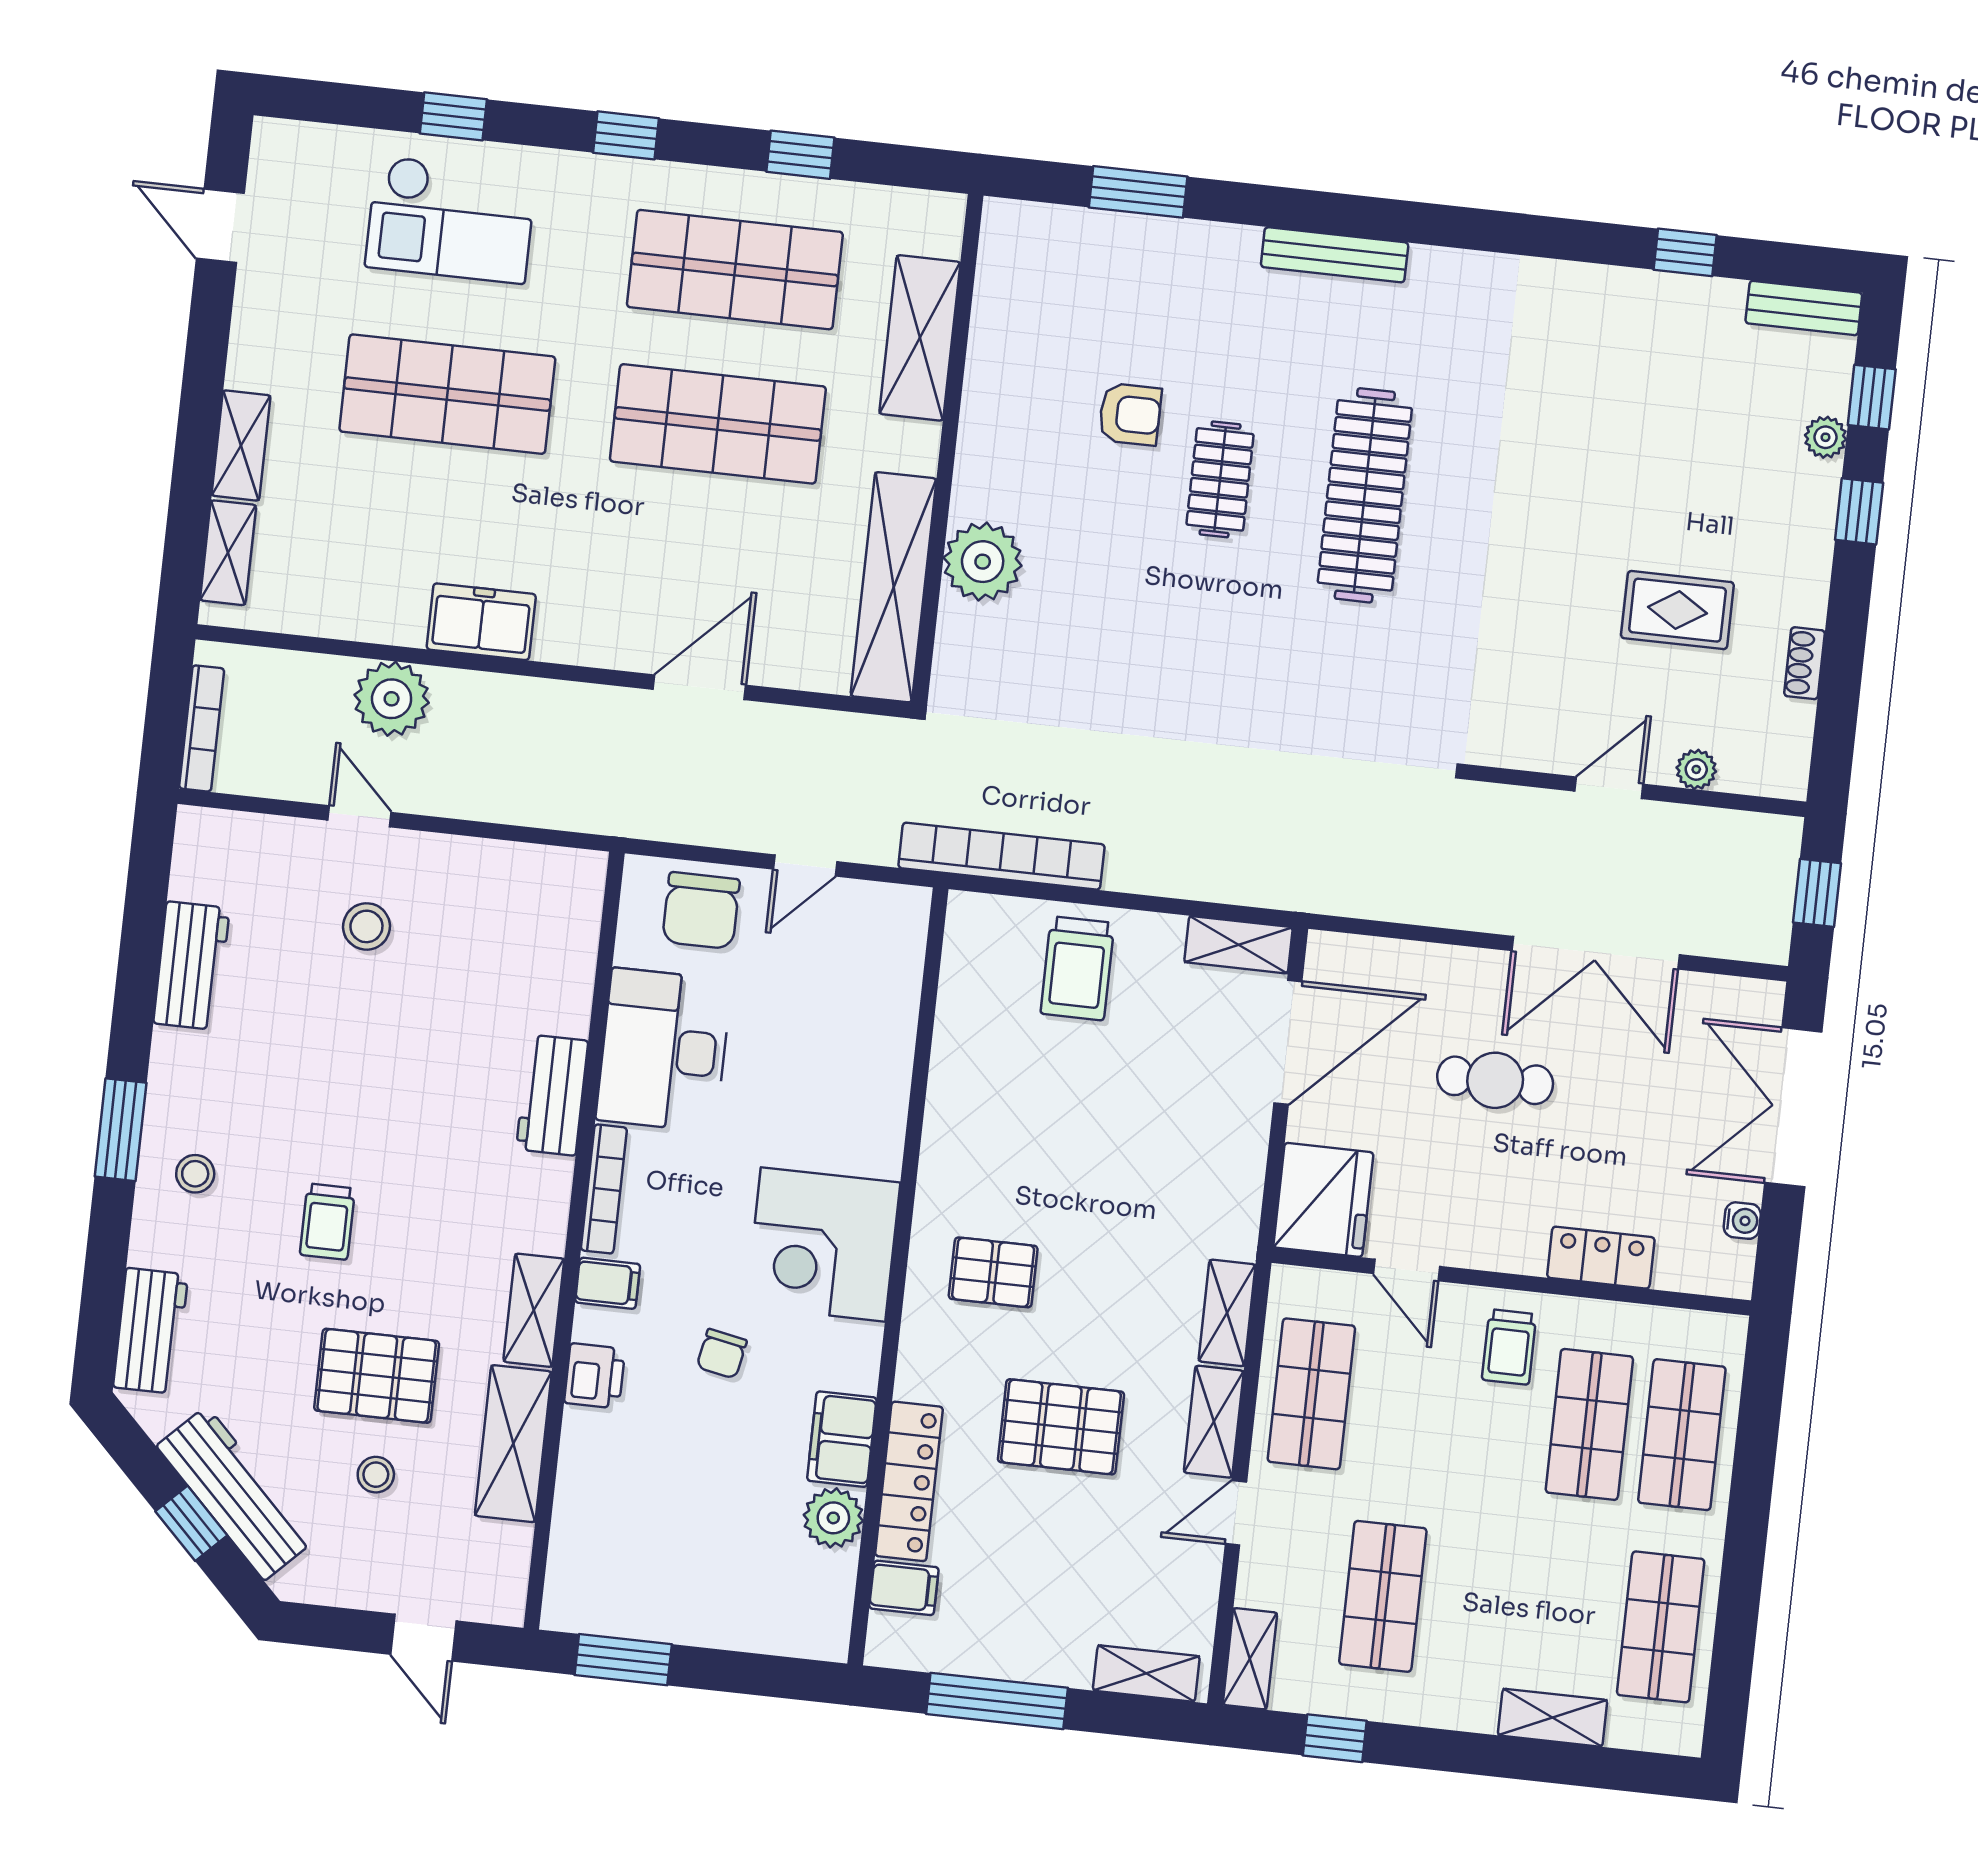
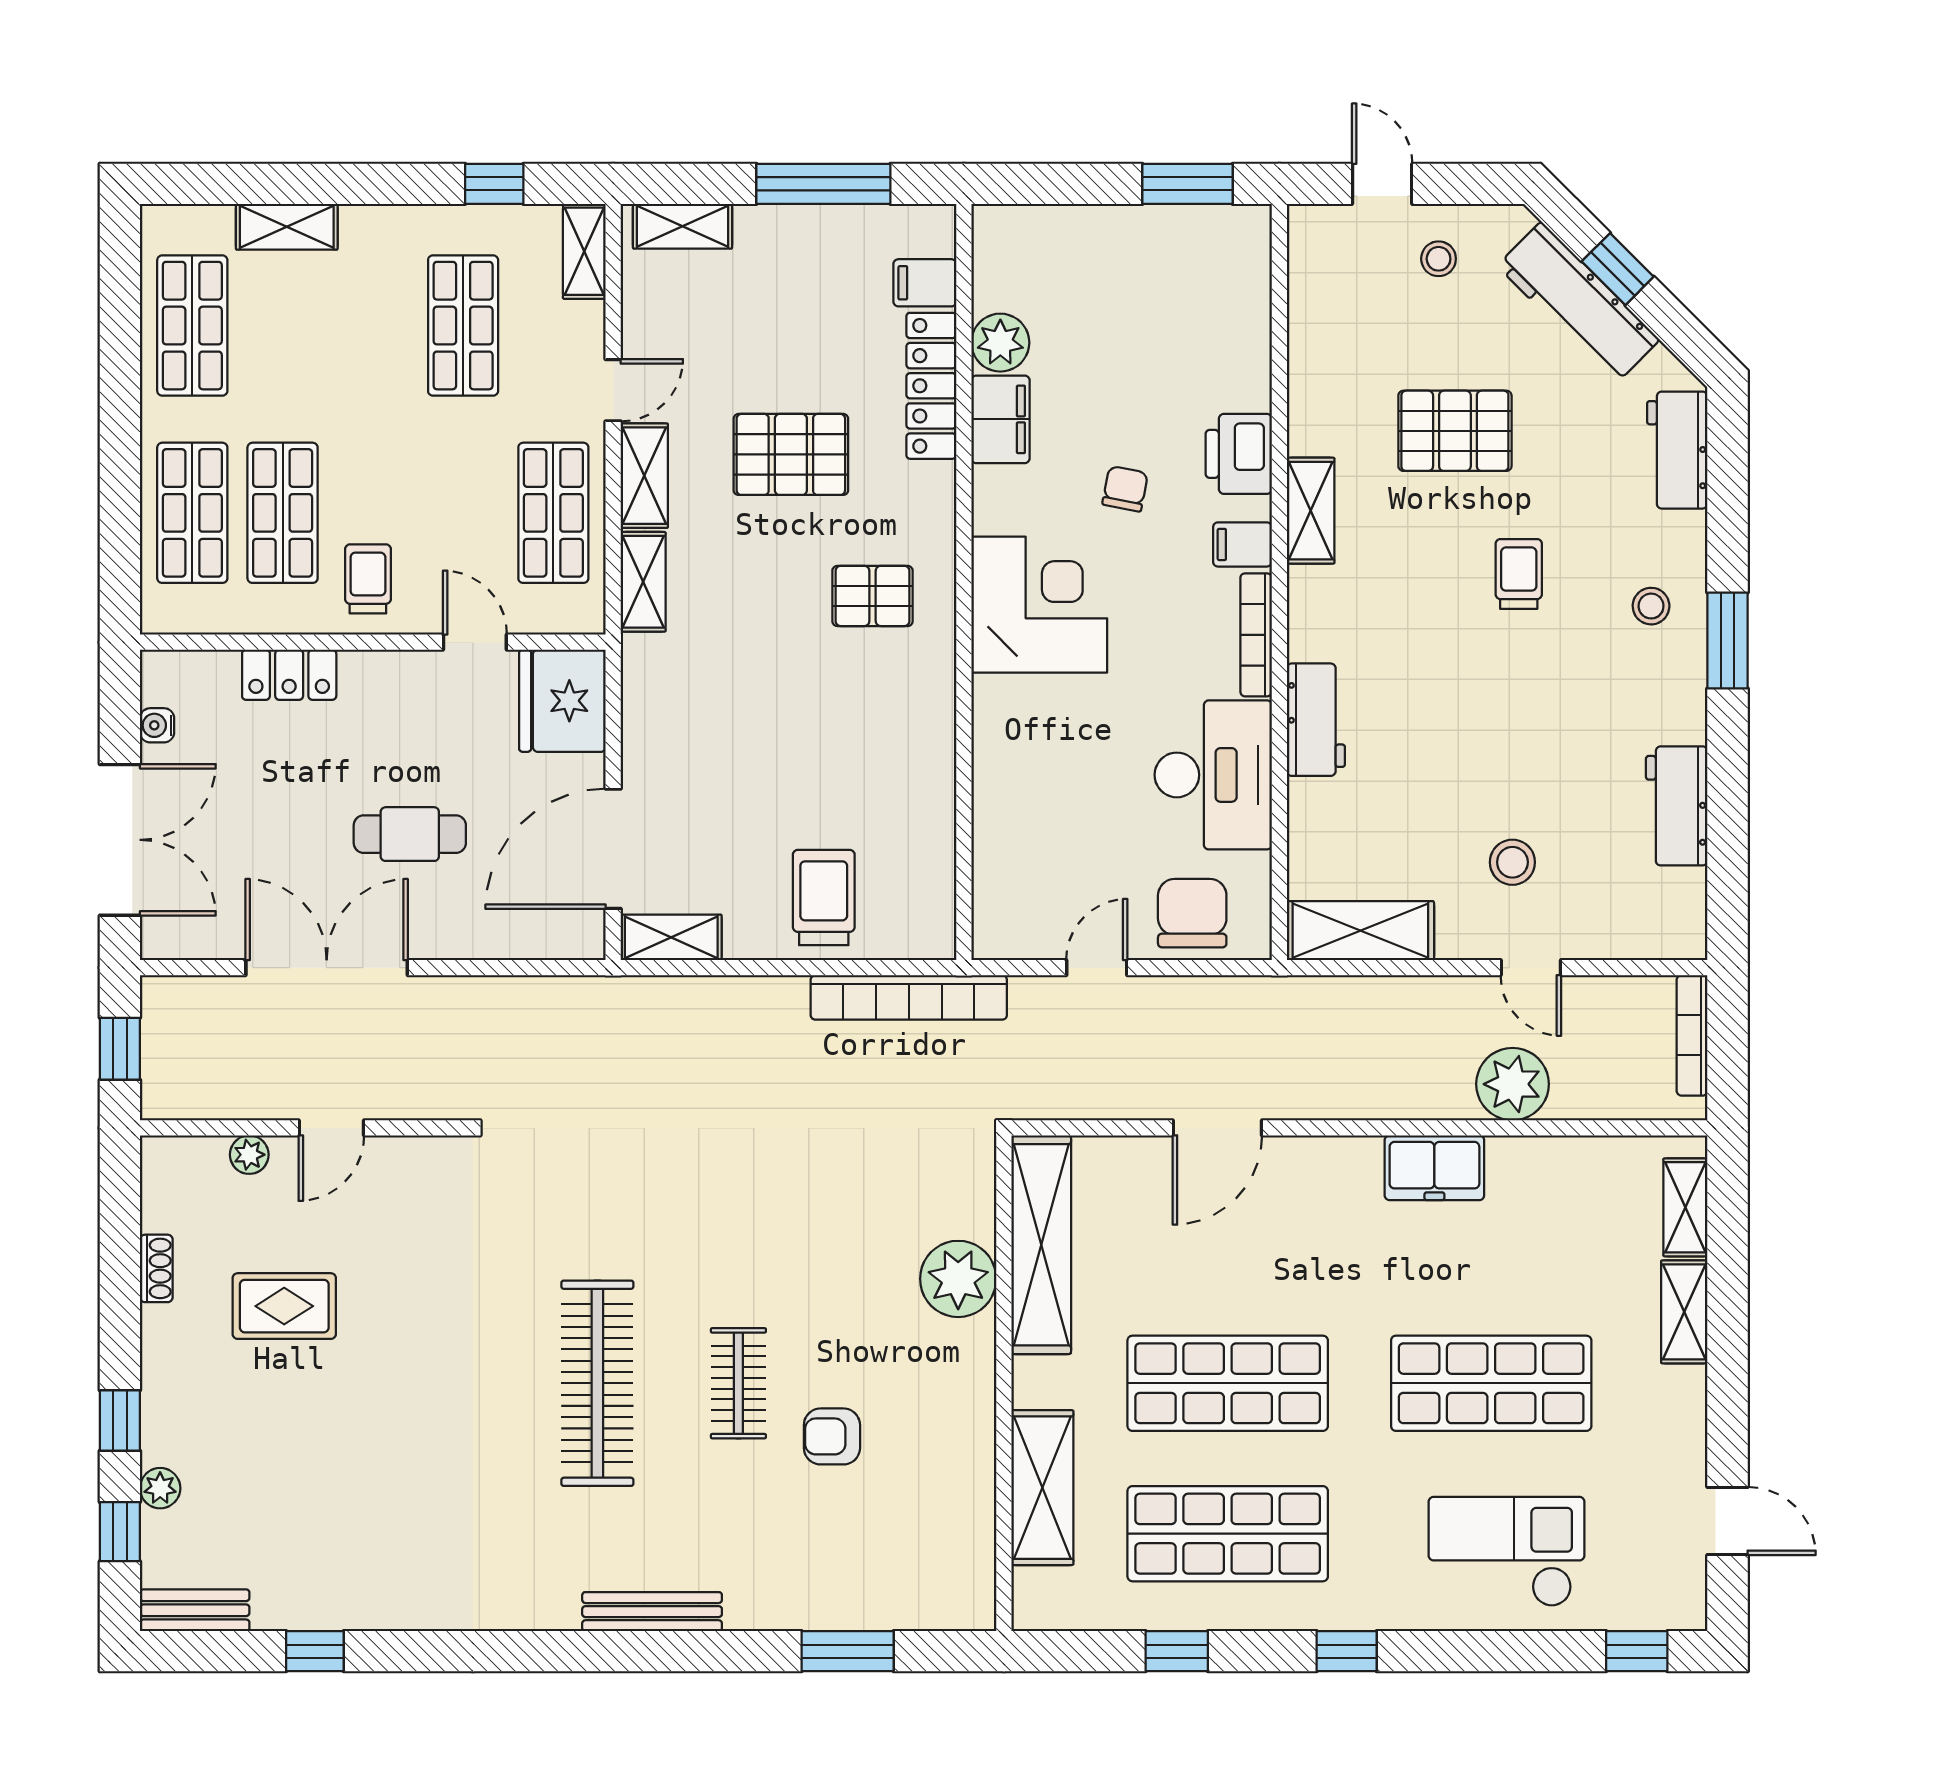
window: (453, 116) -> (1637, 1651), moved
printer: (595, 1376) -> (1239, 454), width x1.36, depth x1.24
shelving: (513, 1444) -> (1360, 931), moved, turned 90
stool: (376, 1475) -> (1439, 259), moved

